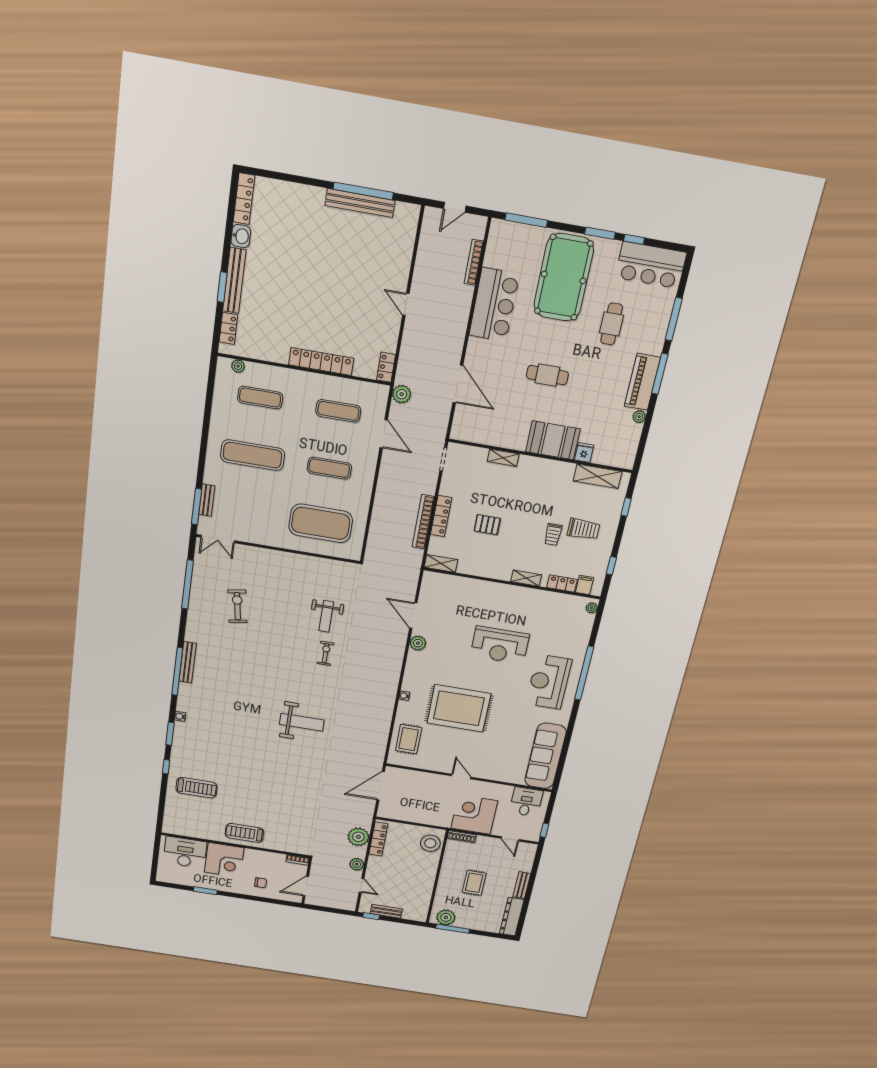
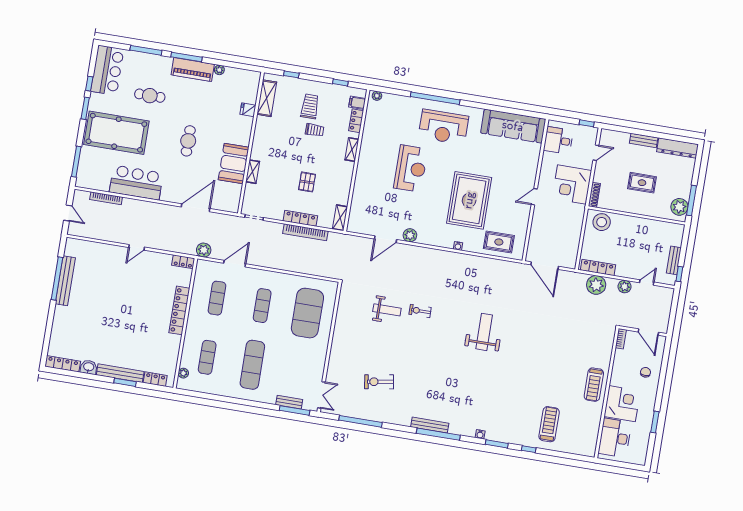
booth: (553, 440) -> (234, 163), moved

